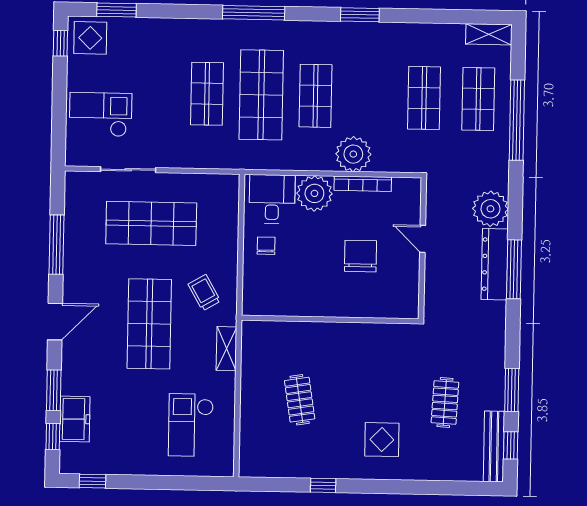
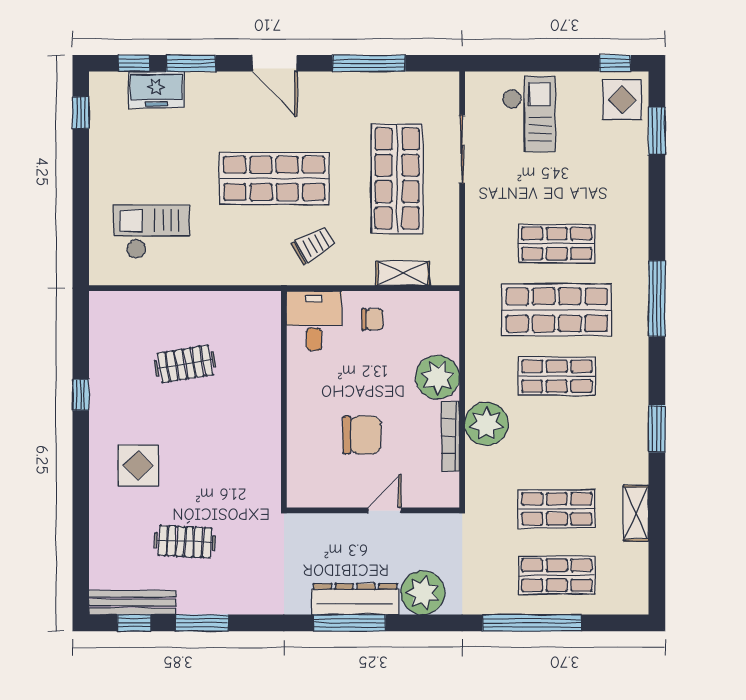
shelving: (489, 34) -> (636, 513), moved
desk: (272, 199) -> (314, 321), moved, turned -90
shelving: (226, 349) -> (403, 273), moved

